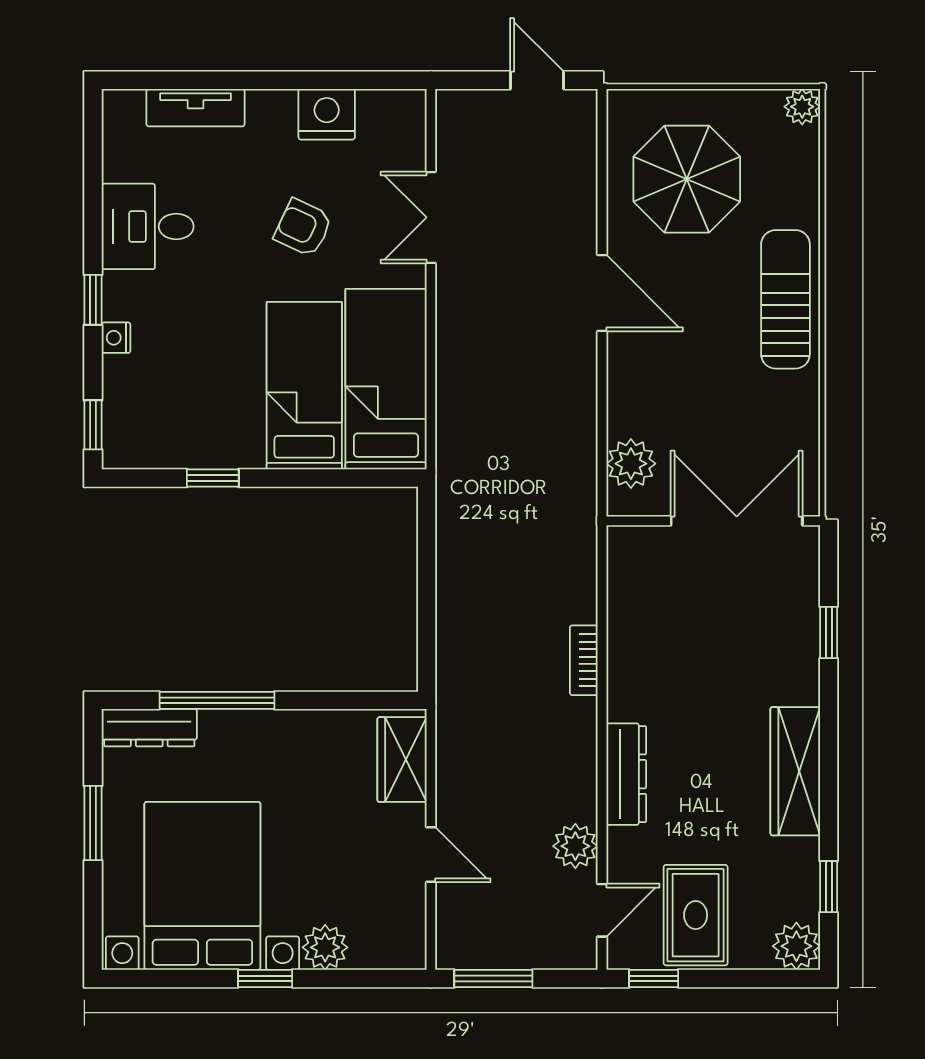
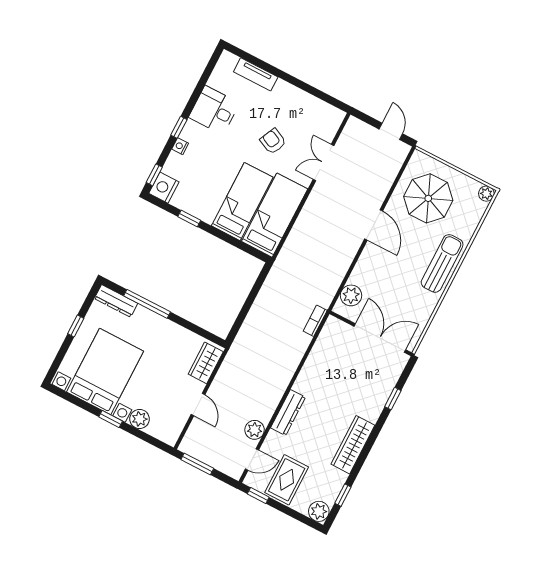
nightstand: (327, 114) -> (164, 188), moved, turned -90
bookcase: (584, 660) -> (315, 321), moved
window: (93, 823) -> (76, 326), width x0.67

